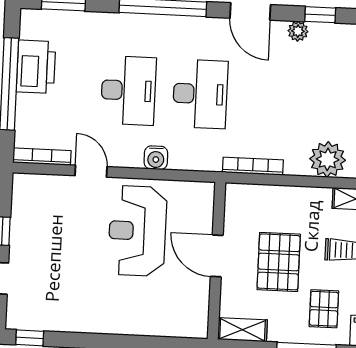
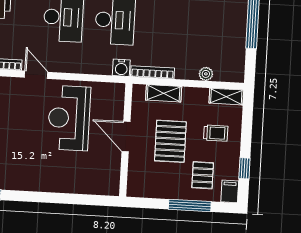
water cooler: (156, 158) -> (121, 68), moved
plant: (328, 159) -> (206, 74), width x0.53, depth x0.53
shelving: (242, 330) -> (164, 93), moved

